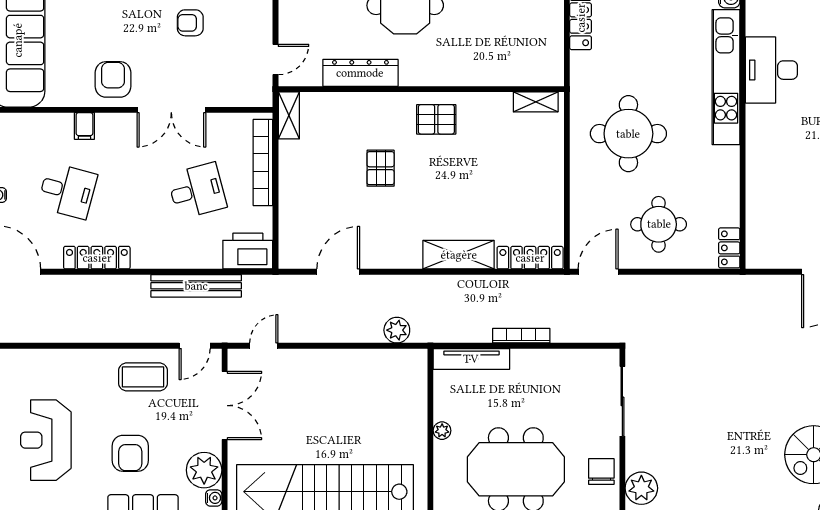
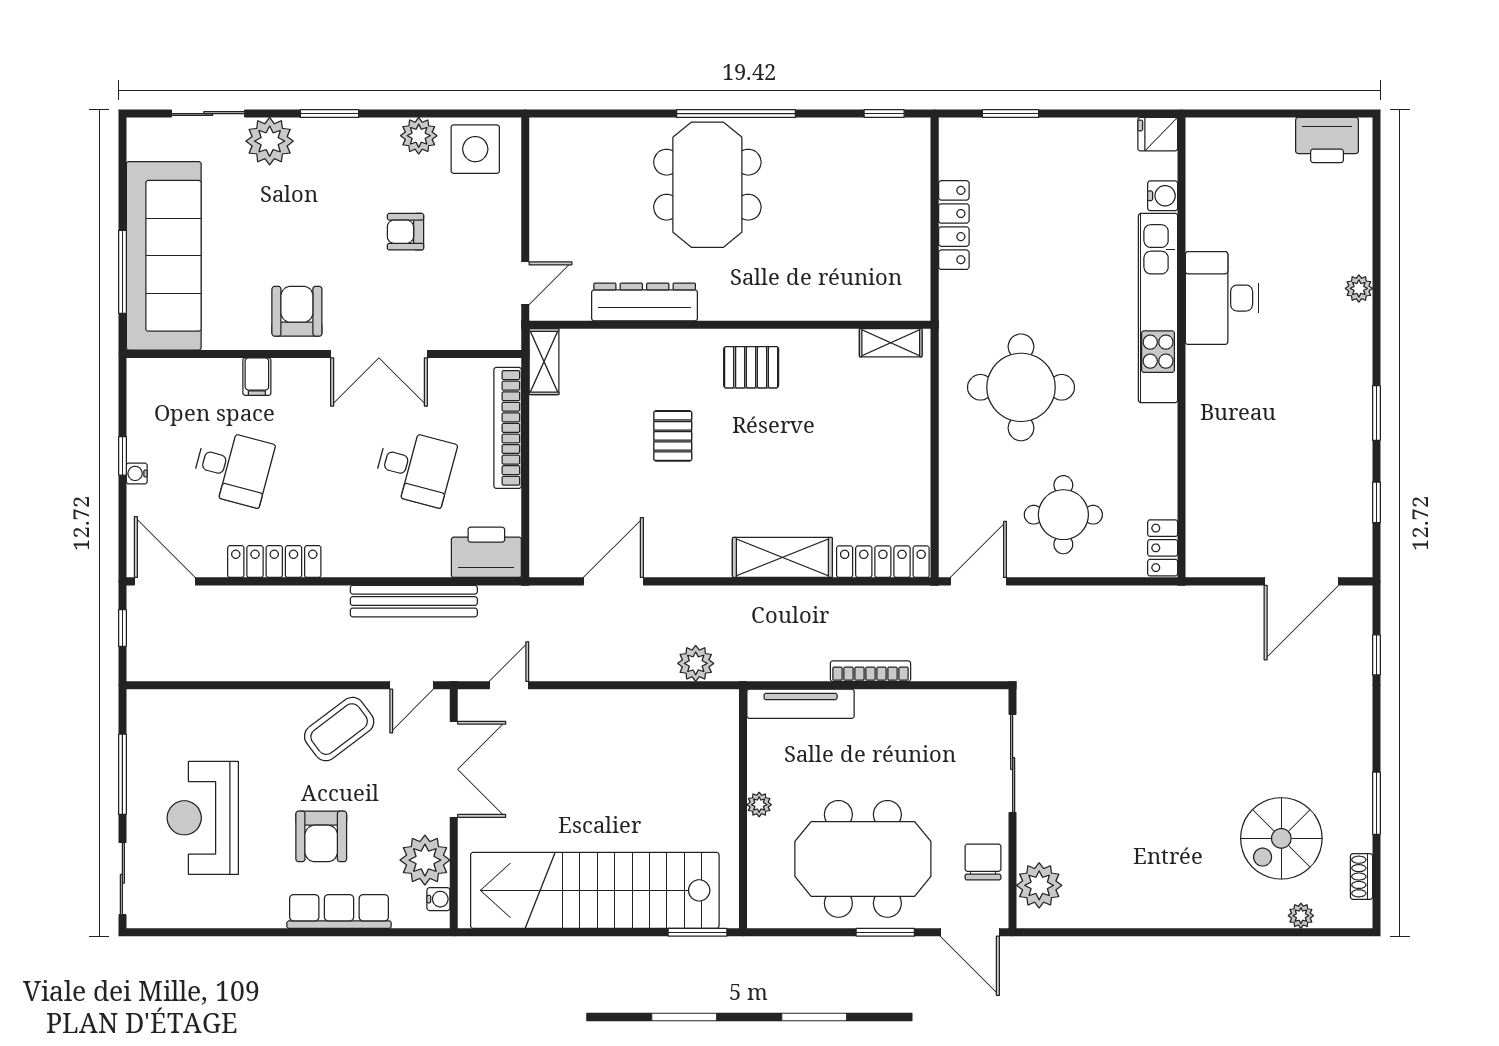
desk: (197, 191) -> (415, 468), turned 30
coffee table: (143, 377) -> (339, 729), turned -37

